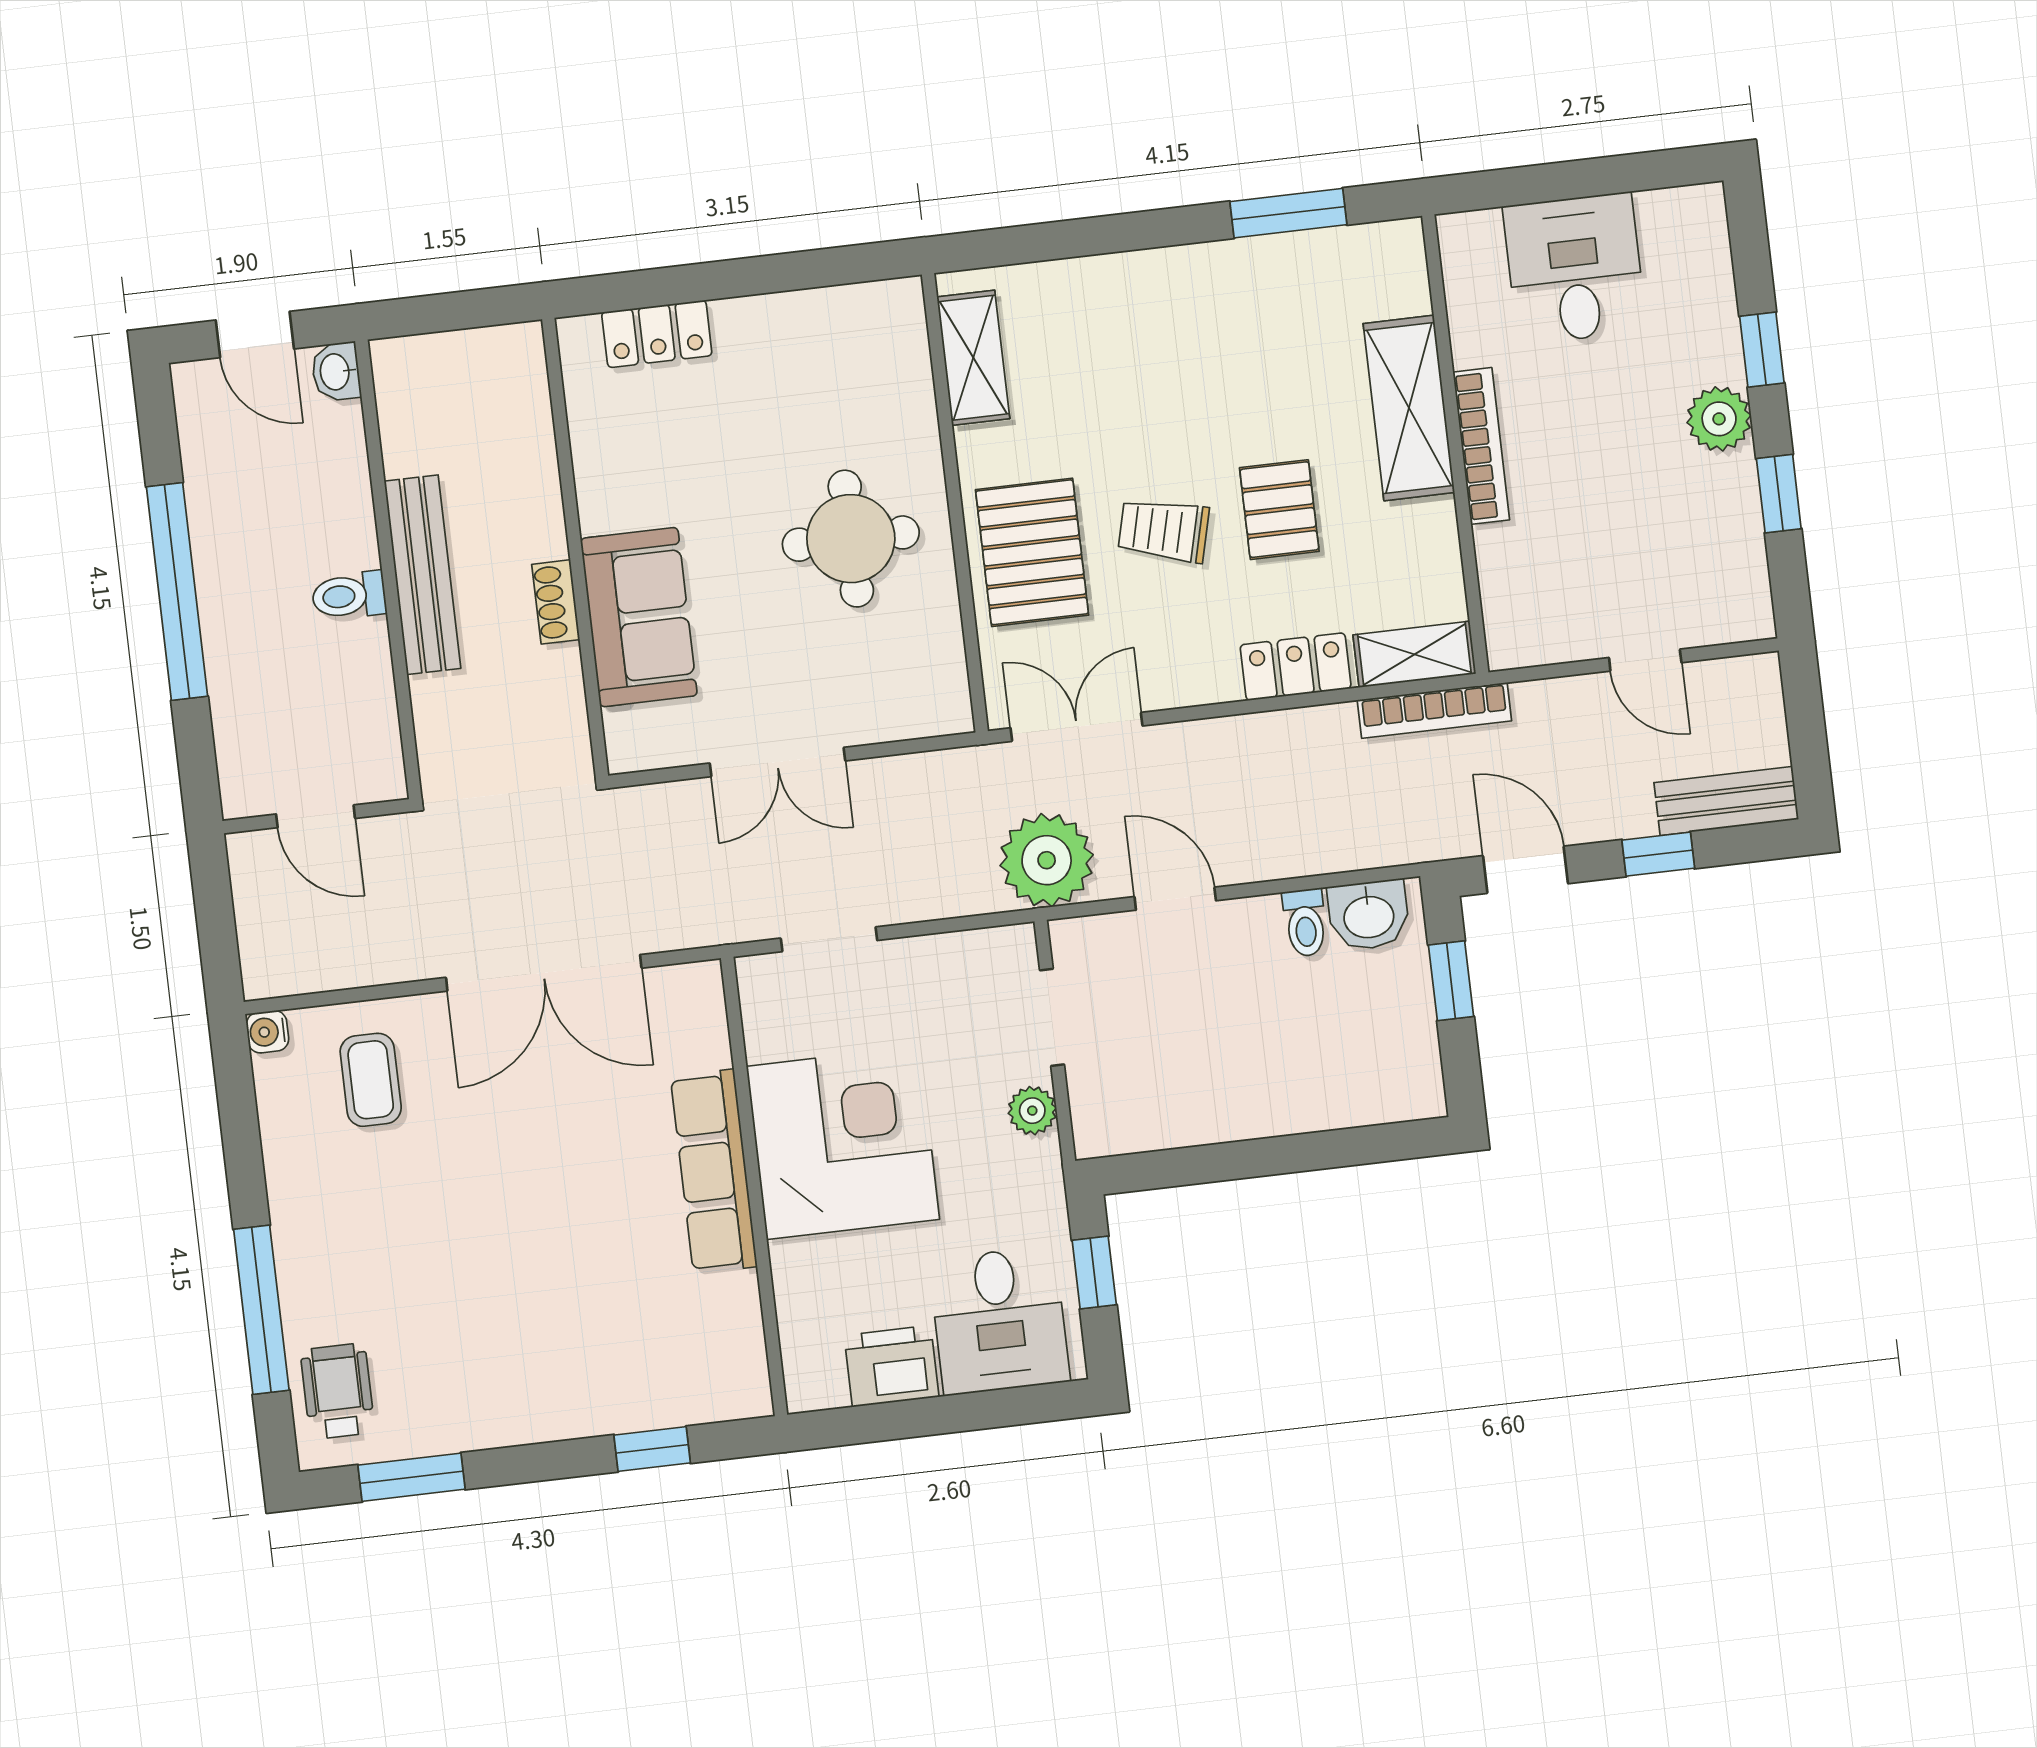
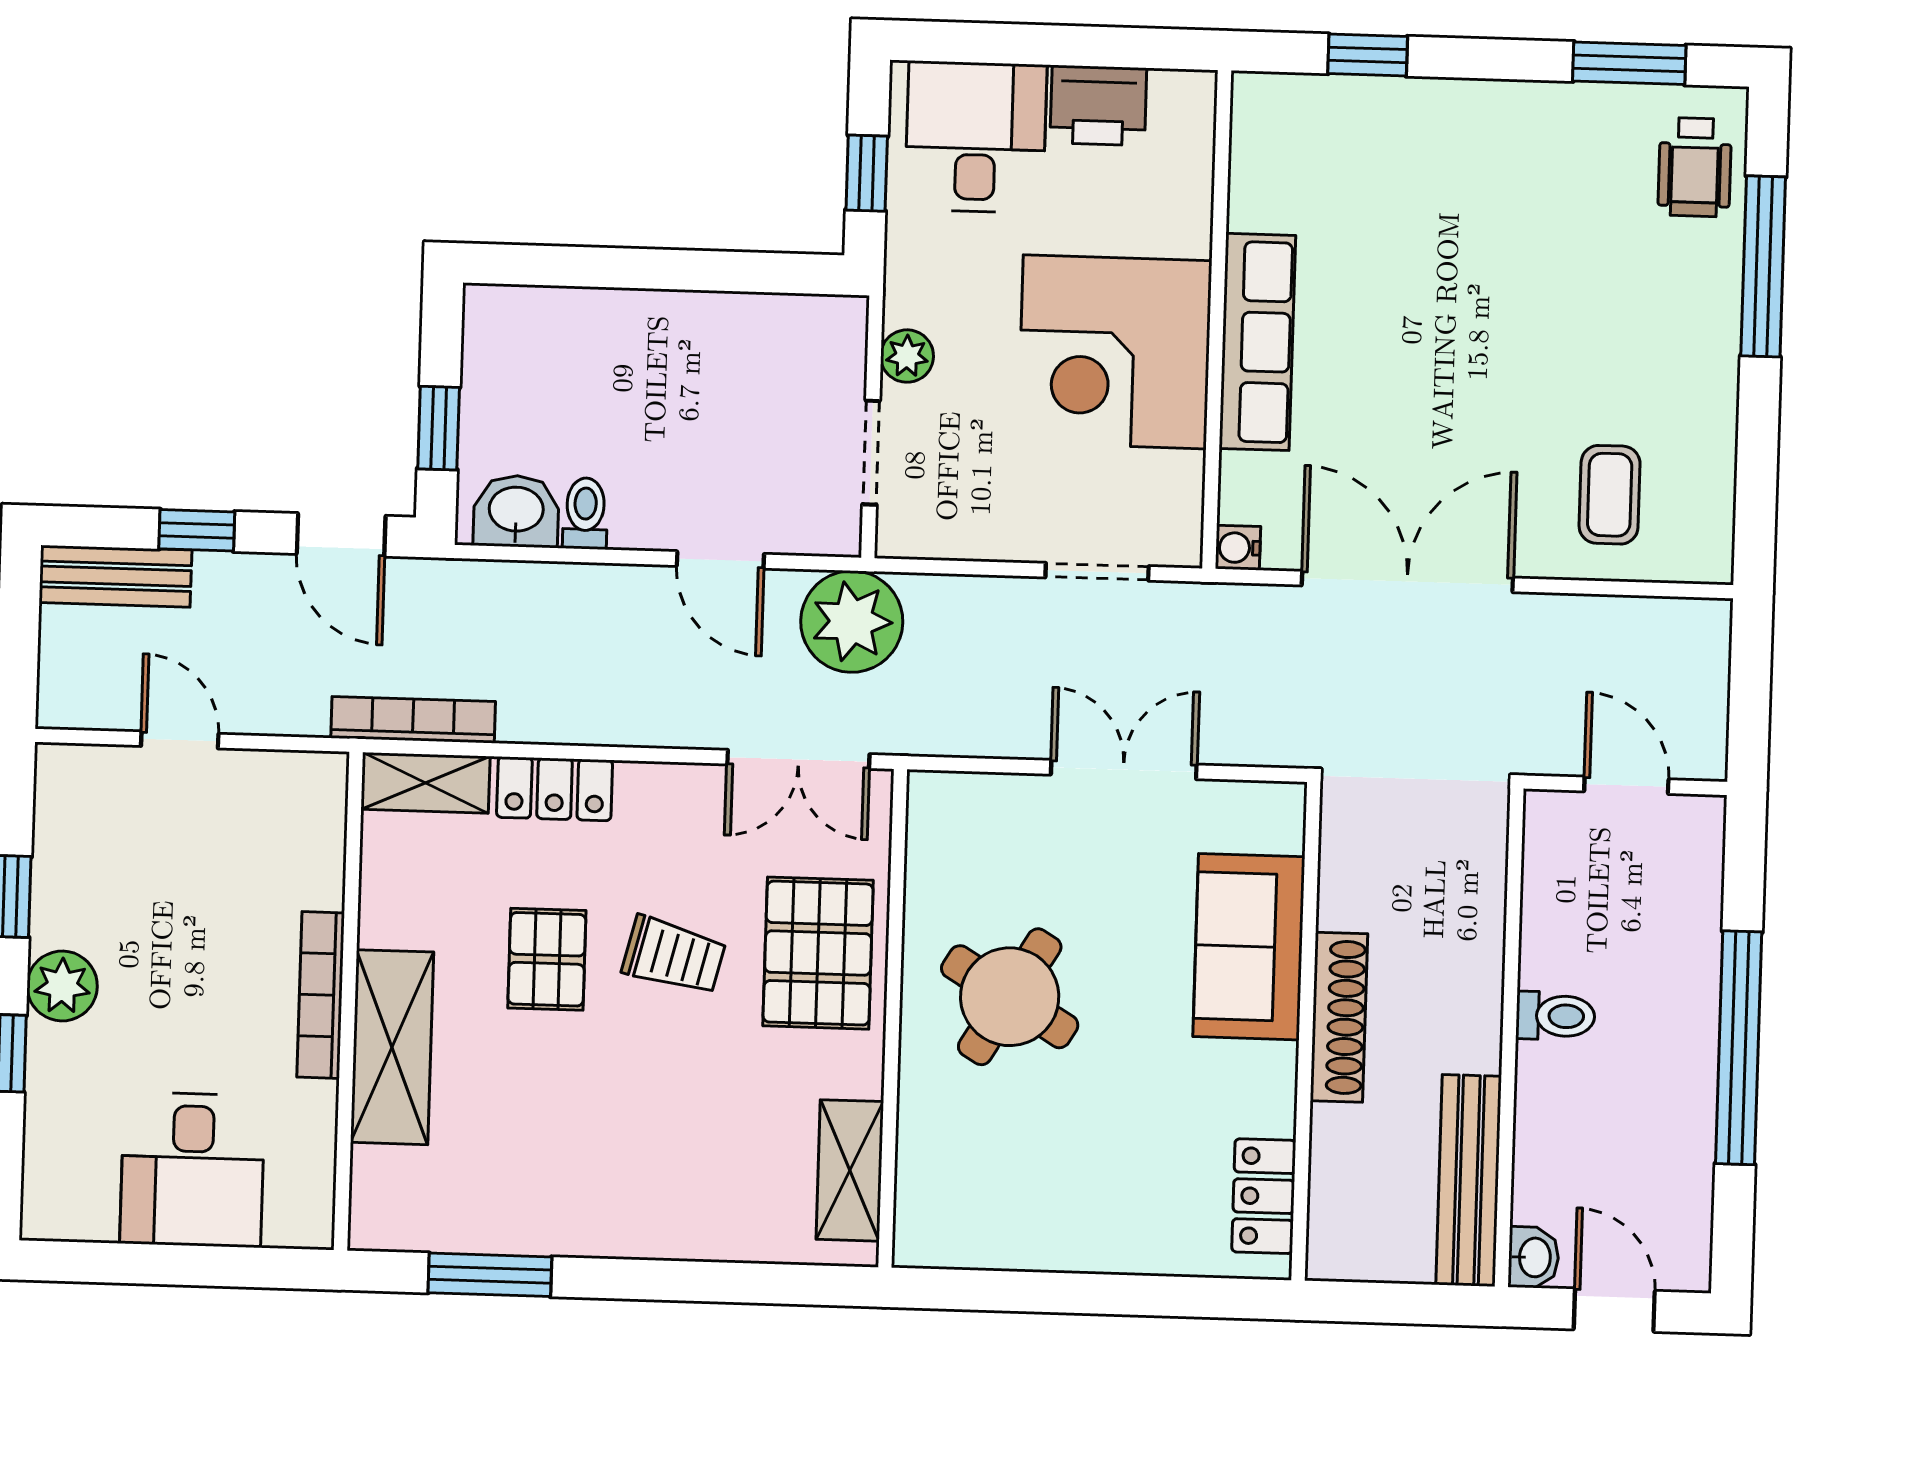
locker: (657, 334) -> (1264, 1196), moved, turned -90
round table: (851, 539) -> (1010, 997), turned 31
bench: (422, 575) -> (1469, 1181), moved
shoe rack: (556, 602) -> (1339, 1017), width x1.94, depth x1.24
water cooler: (267, 1032) -> (1238, 548), moved, turned 180

